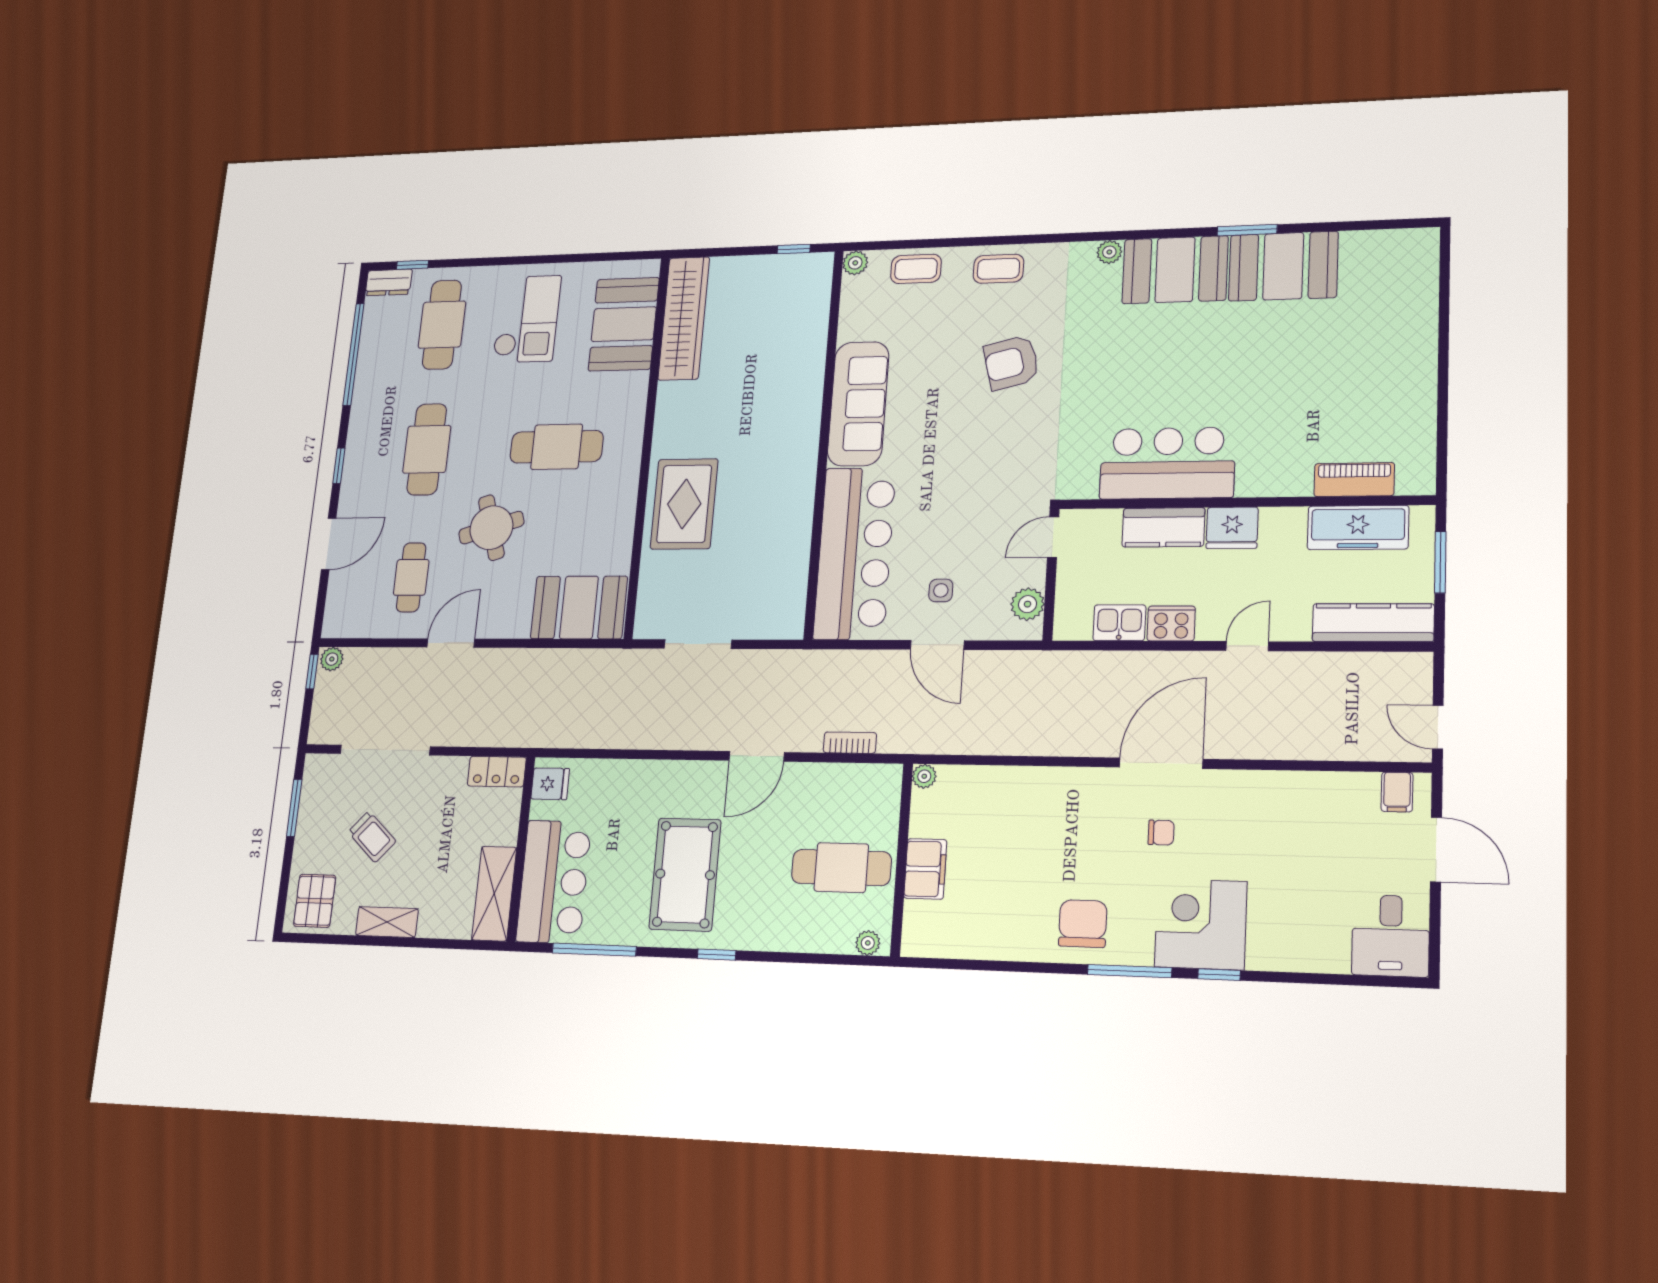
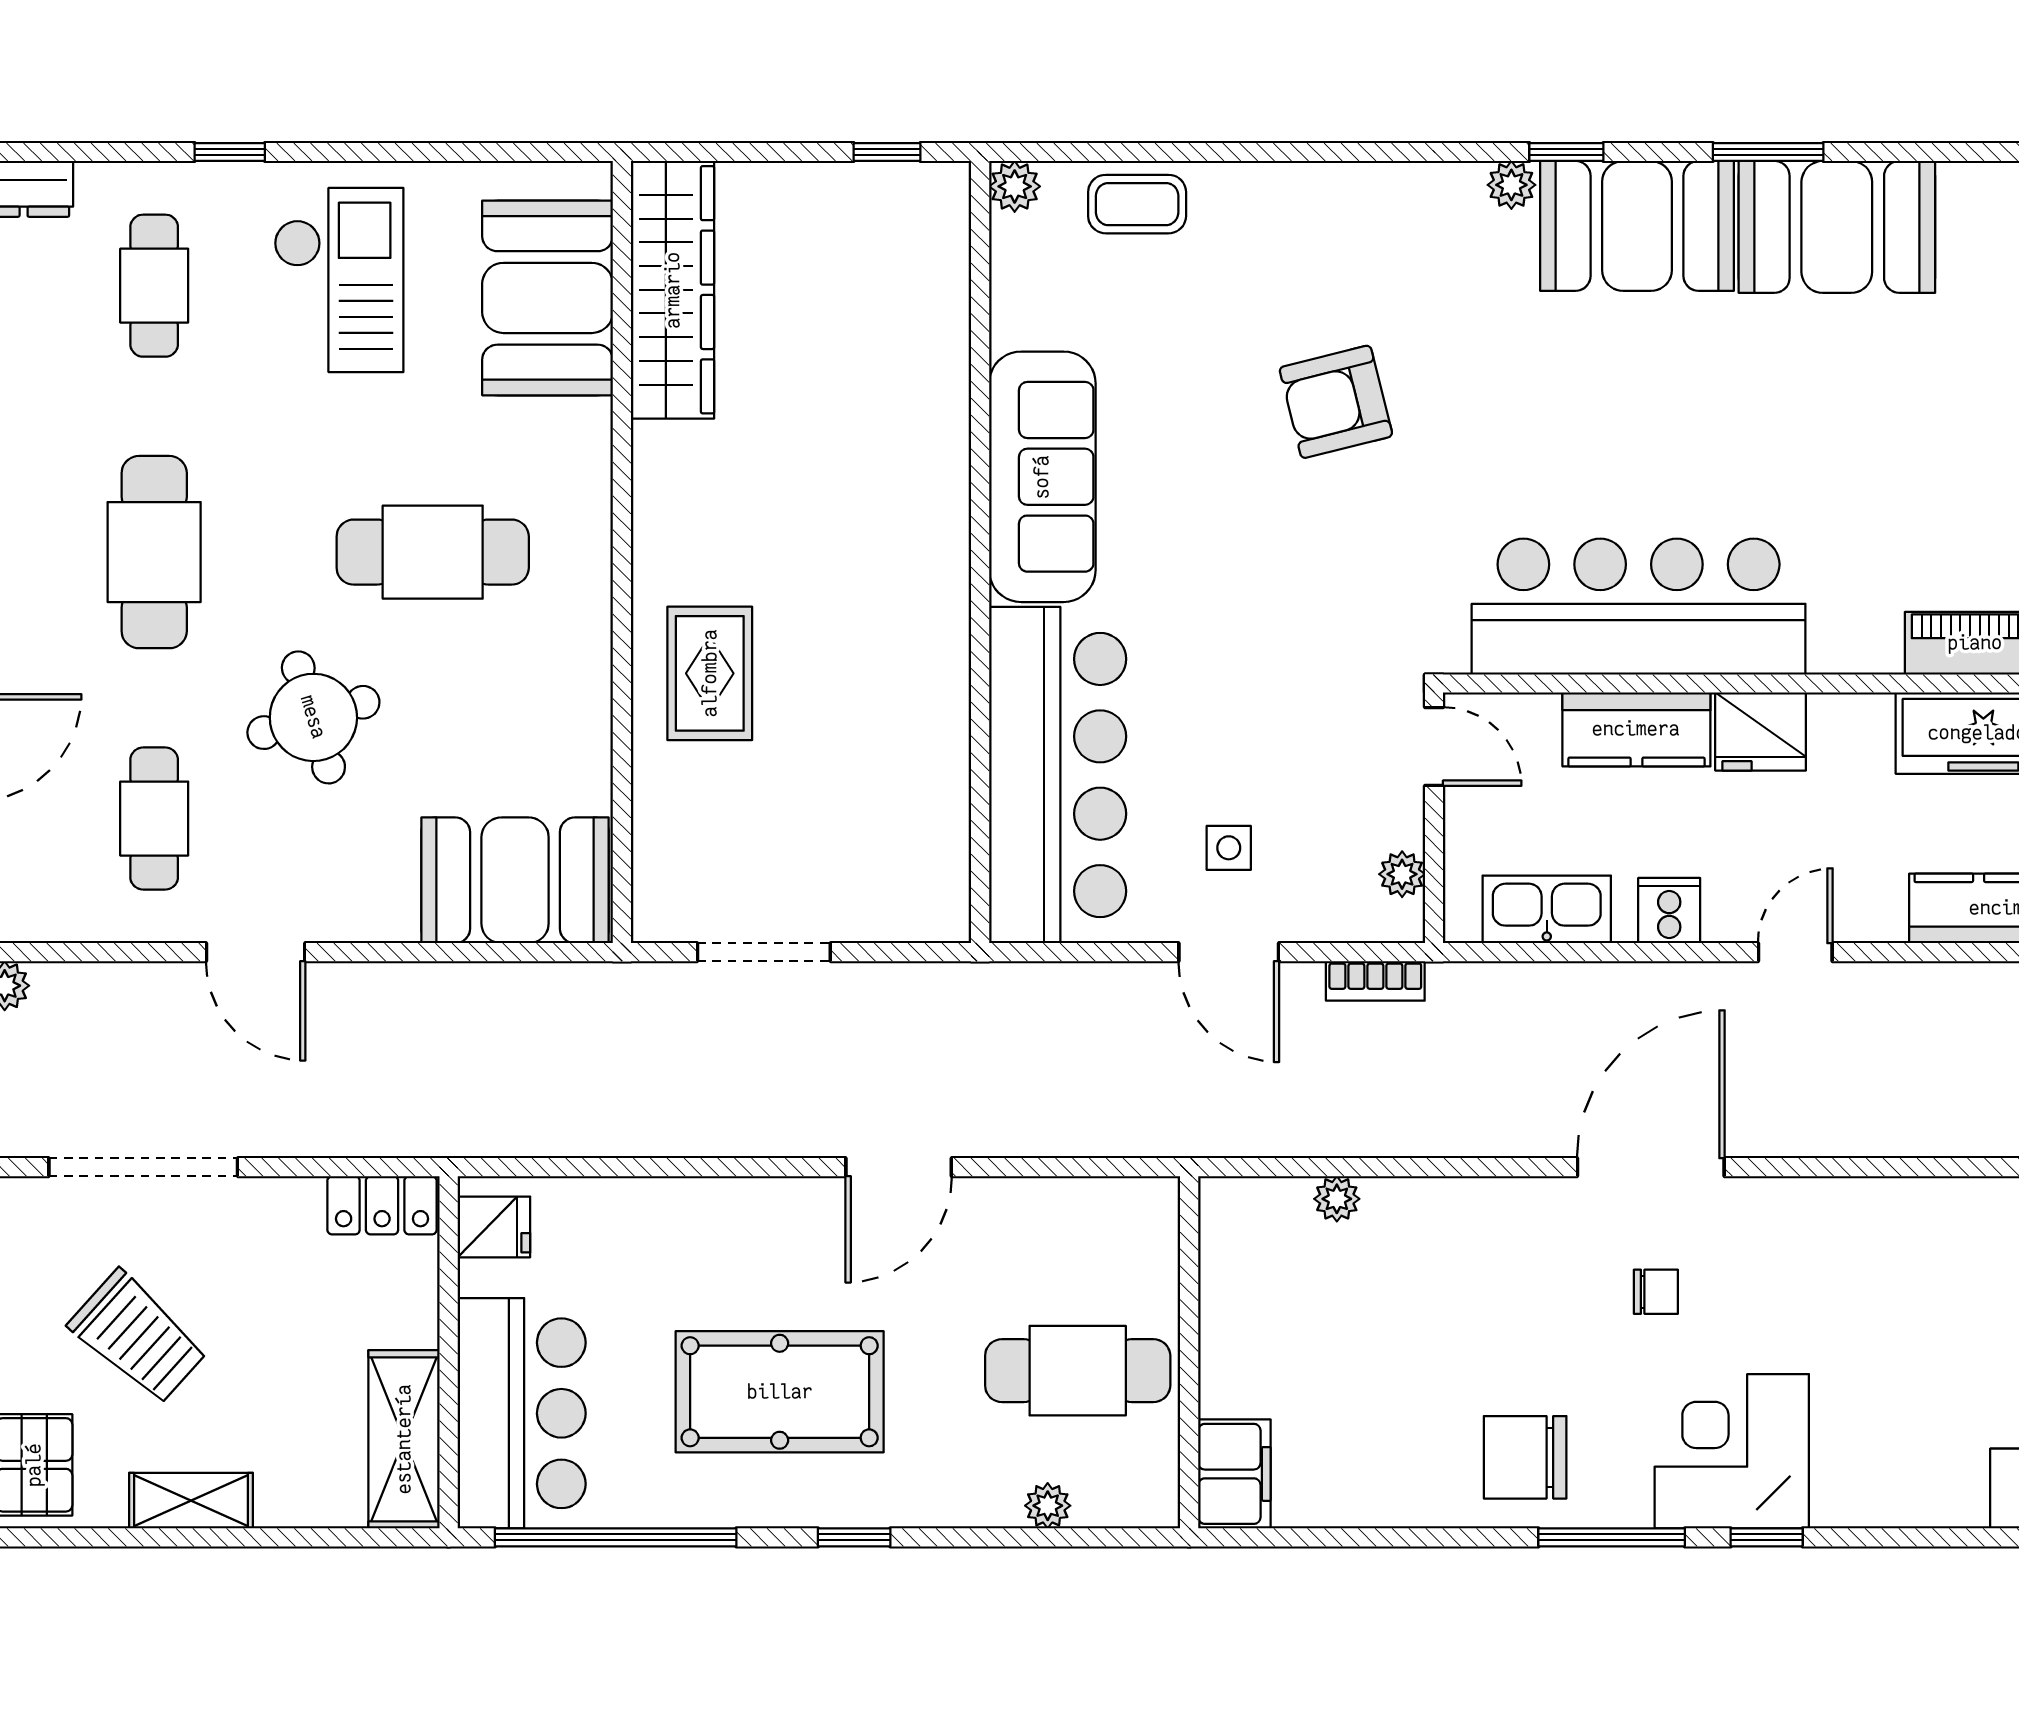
window: (1139, 235) -> (1566, 152), added
window: (412, 265) -> (230, 152), moved
coffee table: (998, 269) -> (1300, 210), removed
cafe table: (442, 325) -> (154, 286), width x0.73, depth x0.74
bar counter: (1167, 463) -> (1639, 607), width x1.36
rug: (684, 504) -> (710, 673), width x0.73, depth x0.70
door: (1053, 537) -> (1434, 747), swing flipped
plant: (1028, 604) -> (1402, 874), width x0.73, depth x0.73
kitchen sink: (1119, 623) -> (1547, 909), width x1.38
cooker: (1171, 623) -> (1669, 911), width x0.73
door: (451, 643) -> (256, 952), swing flipped
bookcase: (850, 743) -> (1375, 981), moved, turned 180
plant: (924, 776) -> (1337, 1199), moved
trolley: (372, 837) -> (138, 1337), width x1.36, depth x1.39
filing cabinet: (925, 869) -> (1234, 1474), moved
pool table: (685, 874) -> (780, 1392), turned 90
chair: (1083, 924) -> (1525, 1457), turned -90
plant: (868, 943) -> (1048, 1506), moved
window: (594, 950) -> (616, 1537), width x1.46

